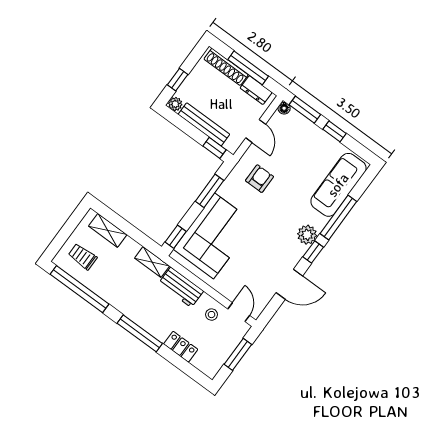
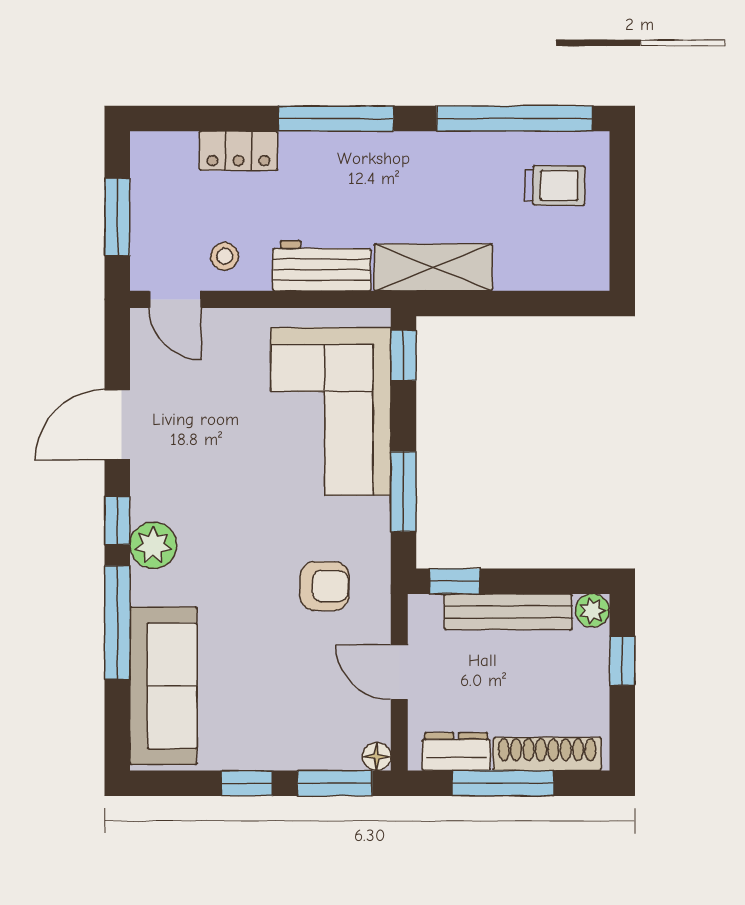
armchair: (260, 179) -> (324, 586), turned -90
shelving: (108, 230) -> (544, 272), removed
shelving: (152, 262) -> (433, 267), width x1.50, depth x1.33

